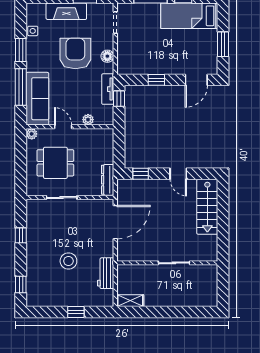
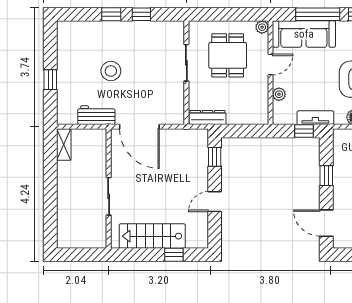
stairs: (207, 207) -> (152, 236), moved
window: (223, 208) -> (174, 255), added
door: (115, 222) -> (139, 127), moved
window: (21, 285) -> (111, 14), moved

